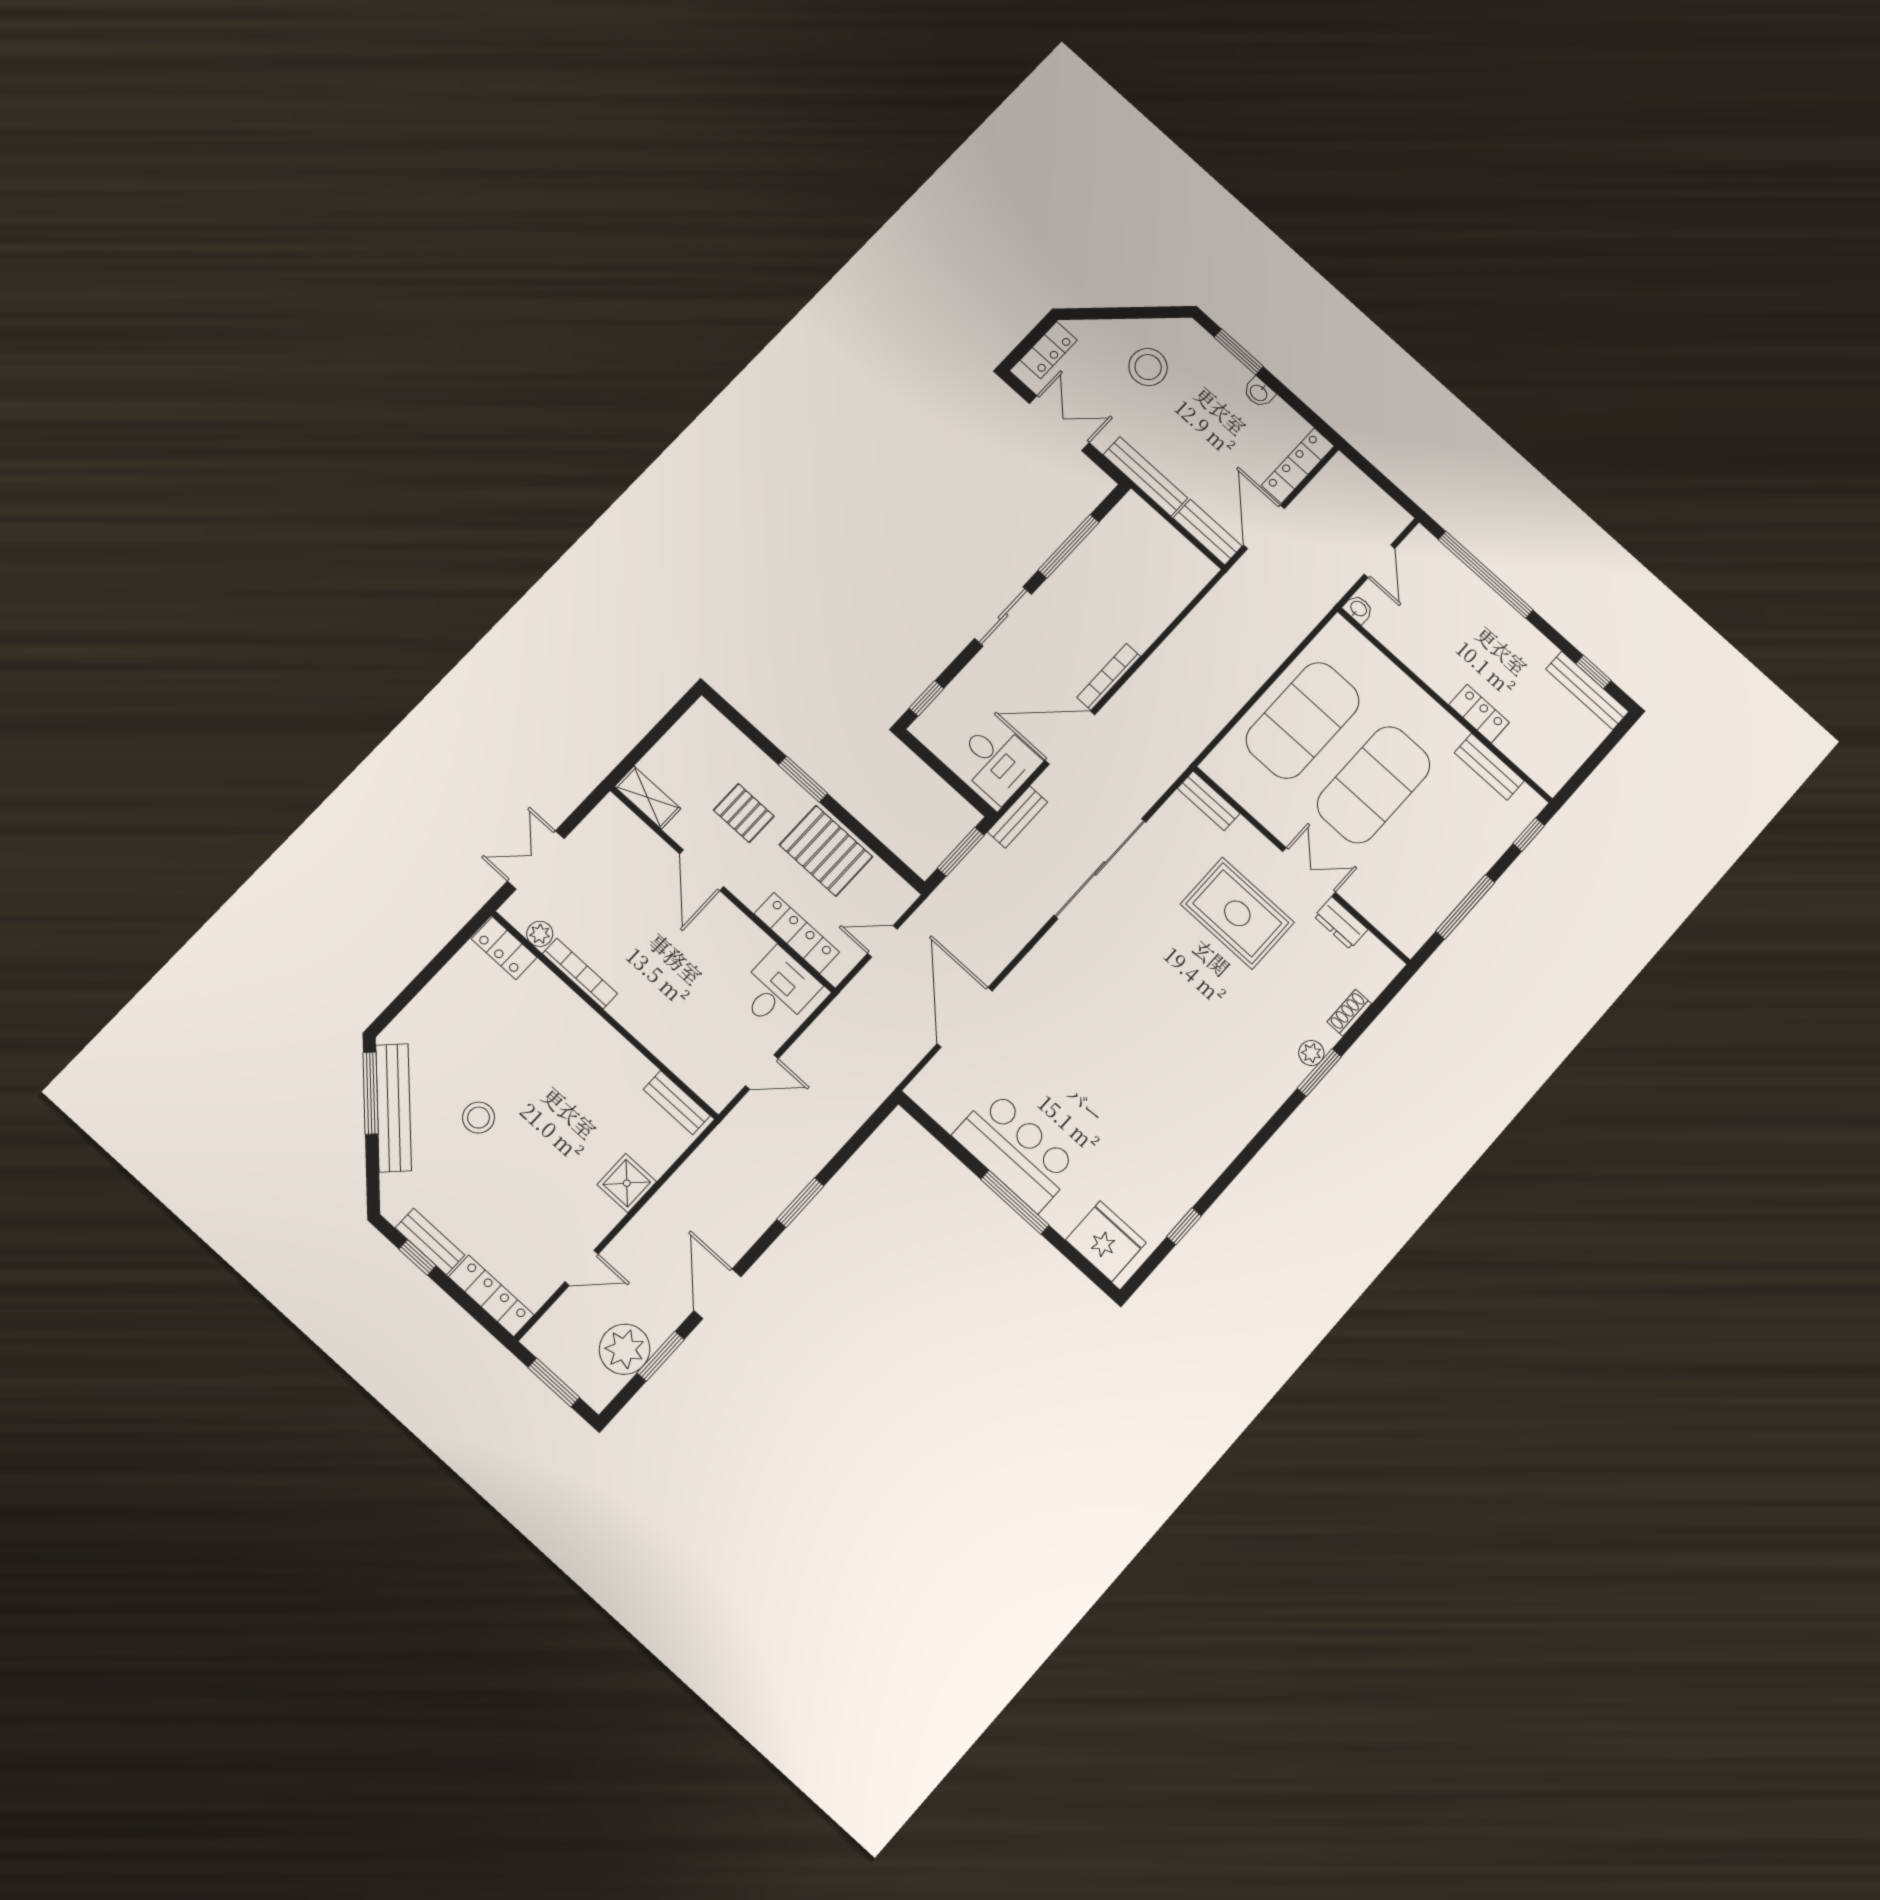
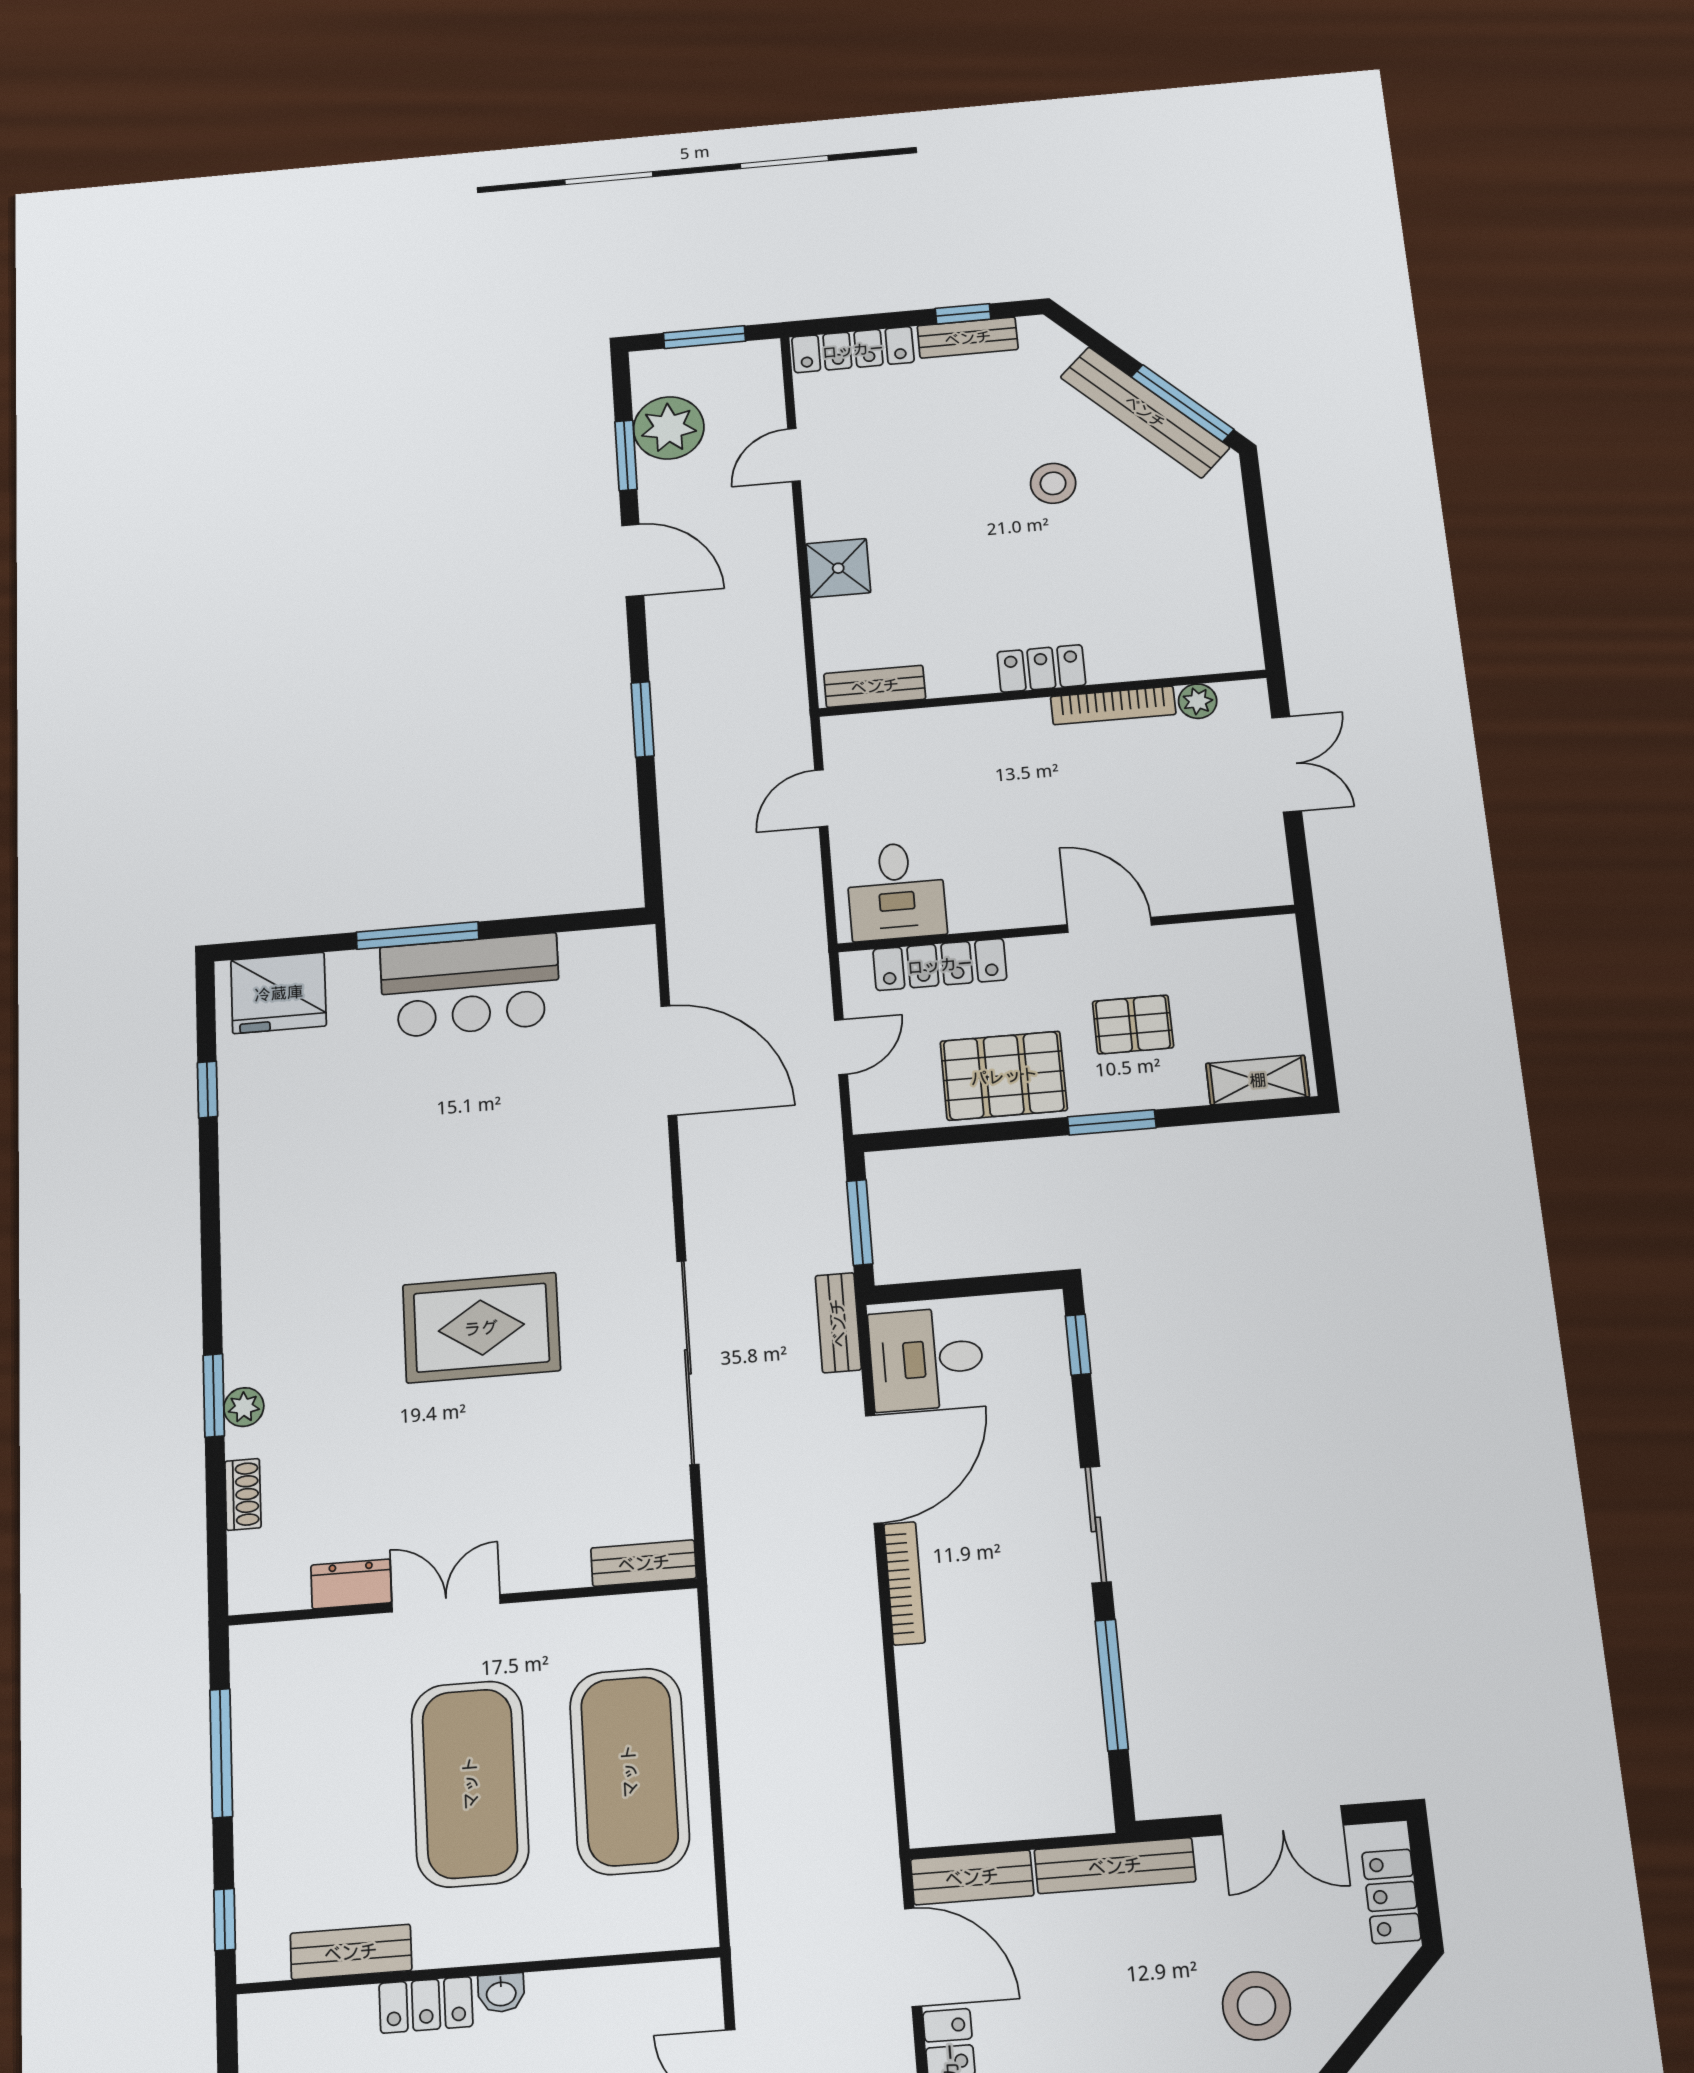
washbasin: (1358, 609) -> (501, 1993), moved
shelving: (648, 797) -> (1258, 1080), moved
double door: (1309, 872) -> (446, 1603), swing flipped
rug: (1237, 913) -> (481, 1328), moved
locker: (504, 948) -> (1041, 669), moved

